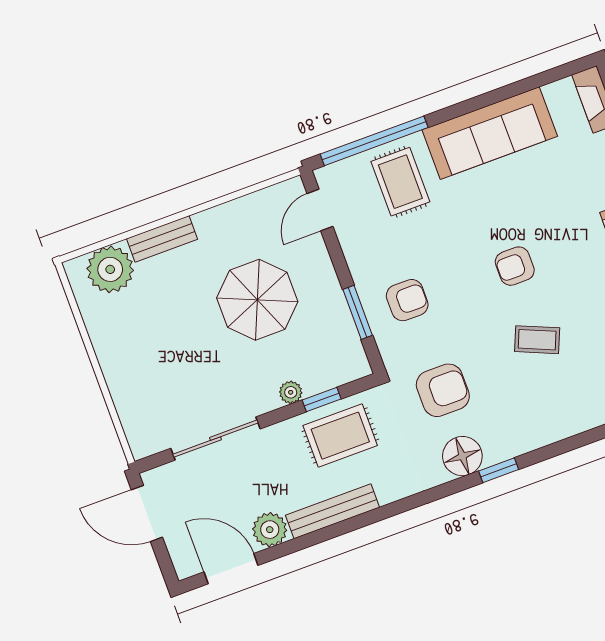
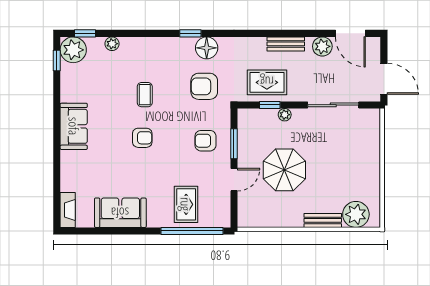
sofa: (490, 133) -> (120, 213), width x0.73
door: (320, 210) -> (234, 180), moved
coffee table: (537, 340) -> (145, 95), turned 67
bench: (332, 511) -> (286, 44), width x0.73

